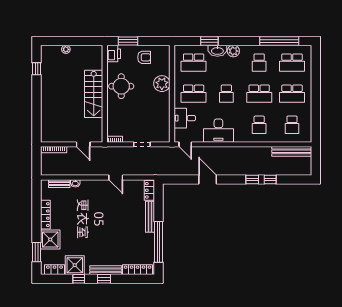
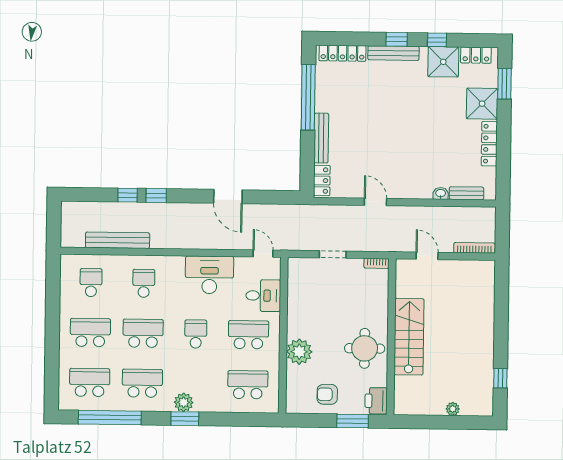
window: (209, 41) -> (185, 419), moved
washbasin: (217, 51) -> (209, 403), removed
school desk: (259, 63) -> (142, 383), width x1.85
bench: (292, 151) -> (118, 240), moved

